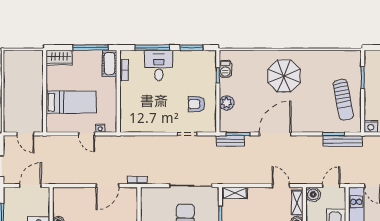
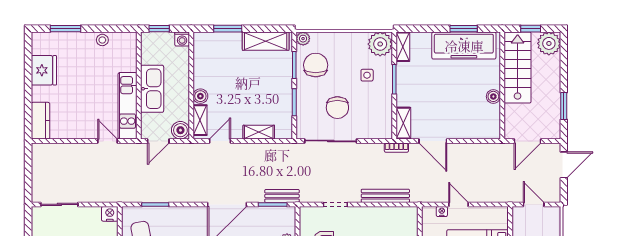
bench: (343, 141) -> (385, 196), moved
door: (107, 186) -> (433, 141), swing flipped
door: (281, 186) -> (220, 141), swing flipped
shelving: (235, 193) -> (259, 132), moved
shelving: (132, 200) -> (403, 123), added

